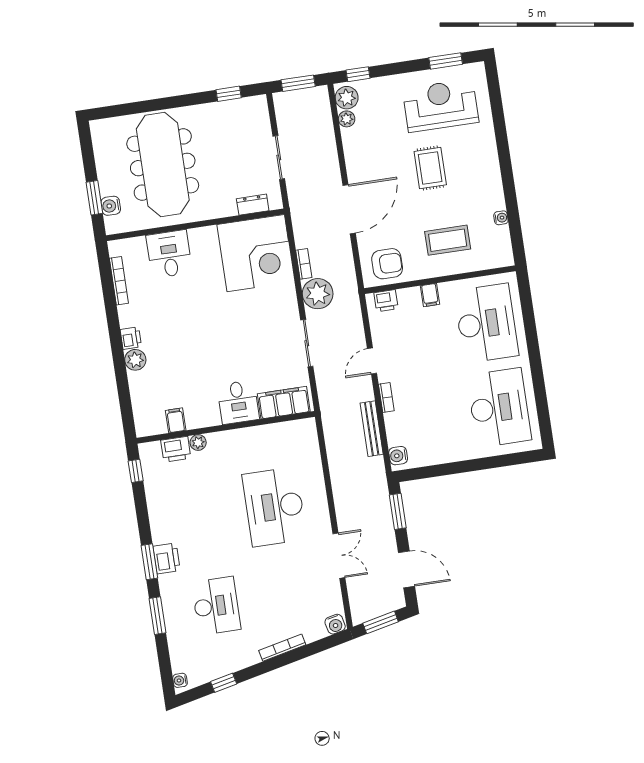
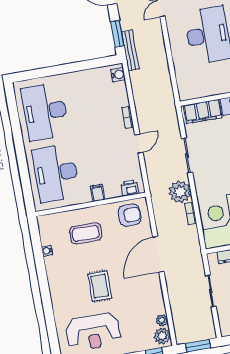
armchair: (387, 264) -> (130, 215), turned 180
bench: (372, 429) -> (130, 50), moved

